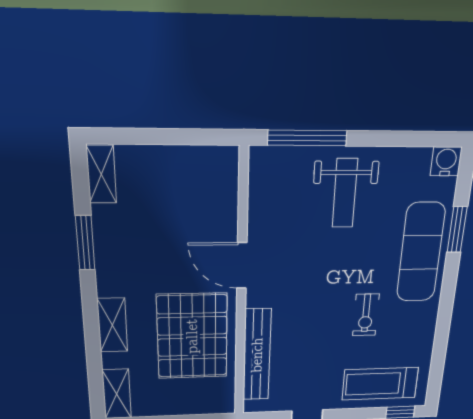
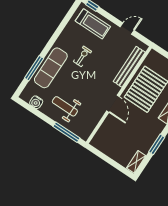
water cooler: (446, 161) -> (36, 102), moved
weight bench: (345, 193) -> (65, 106), turned -90
window: (457, 230) -> (34, 68), width x1.44

